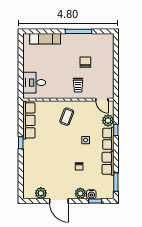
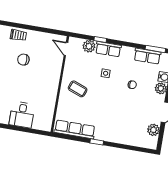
desk: (34, 83) -> (22, 115), moved
trolley: (78, 85) -> (18, 35), moved
door: (102, 100) -> (66, 49), swing flipped
row of seats: (108, 163) -> (147, 56), moved

